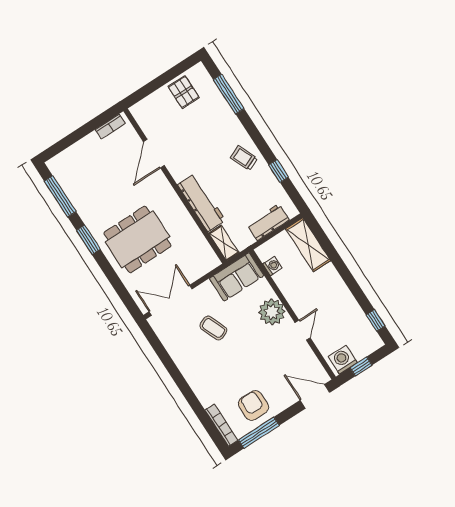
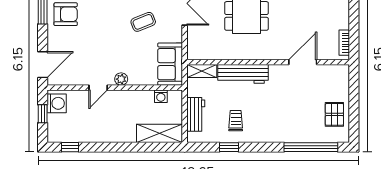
pallet: (184, 92) -> (334, 114), turned 90
window: (229, 94) -> (311, 147), width x1.46
door: (154, 154) -> (303, 62), hinge flipped
trolley: (244, 158) -> (236, 121), moved, turned -67
plant: (272, 312) -> (121, 79), width x0.53, depth x0.53
door: (303, 330) -> (98, 88), hinge flipped

